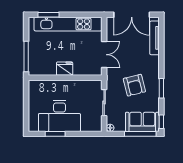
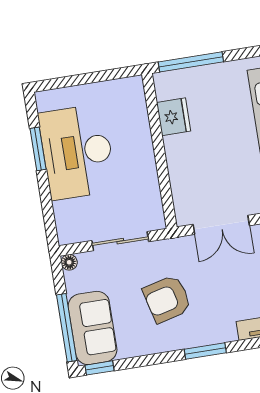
fridge: (65, 69) -> (174, 117), moved
window: (161, 88) -> (205, 351), moved

